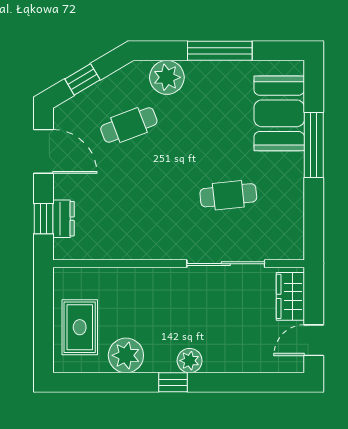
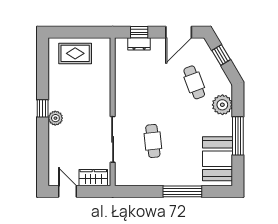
booth: (279, 113) -> (218, 159), moved, turned 90
plant: (126, 355) -> (58, 81), removed

